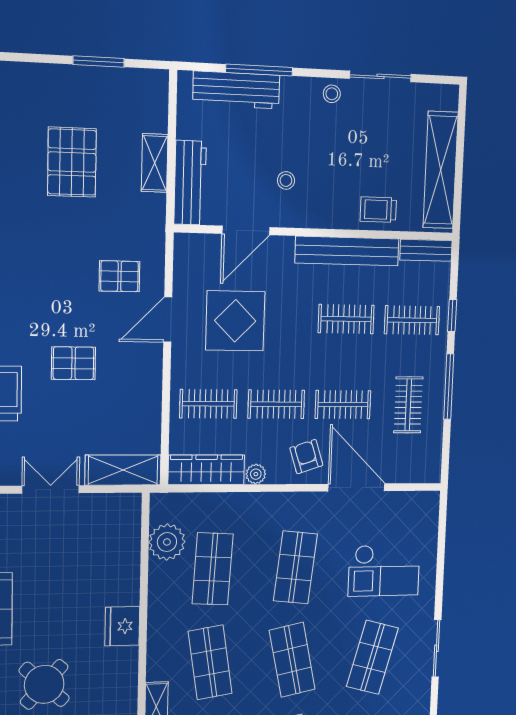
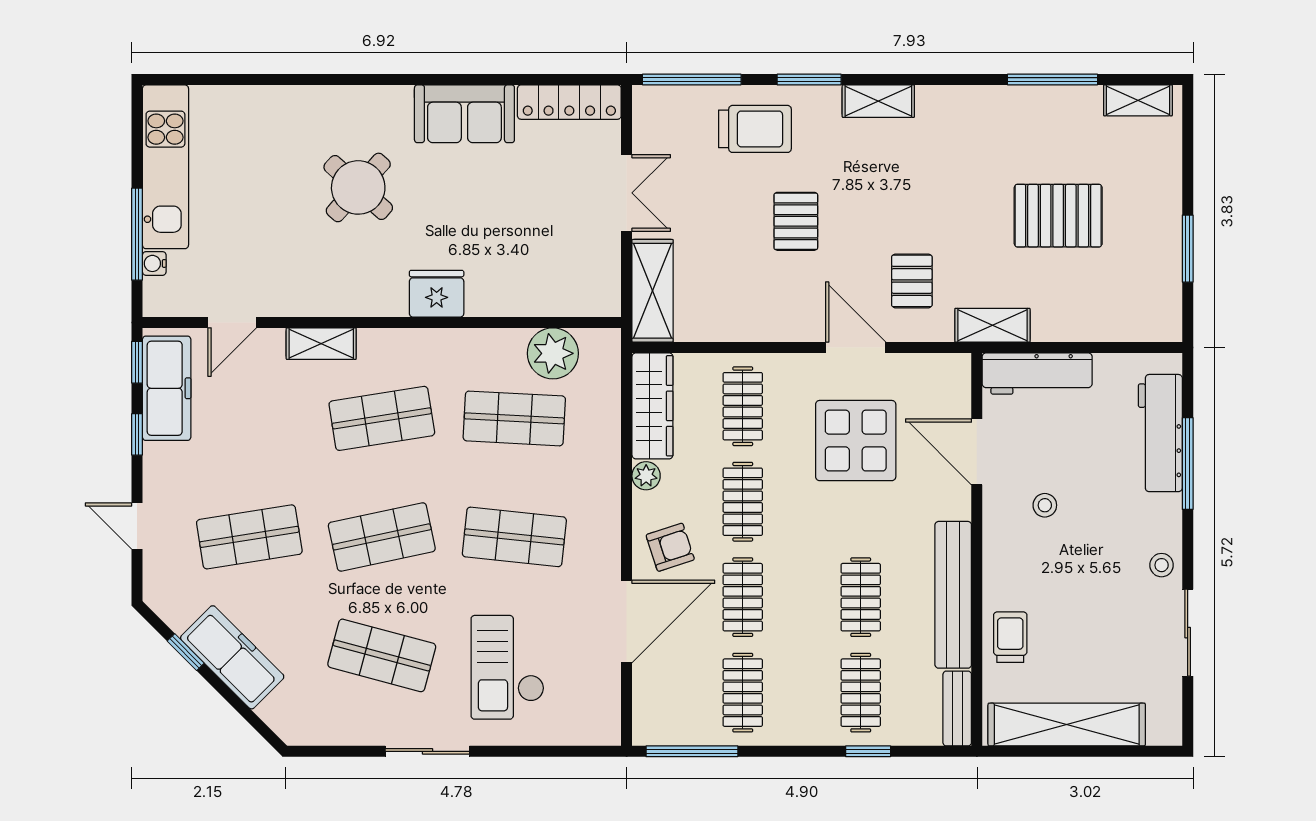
shelving: (155, 163) -> (992, 325), moved
window: (449, 387) -> (692, 751), moved
clothes rail: (408, 405) -> (743, 693), turned 90
sliding door: (436, 648) -> (427, 751), moved

